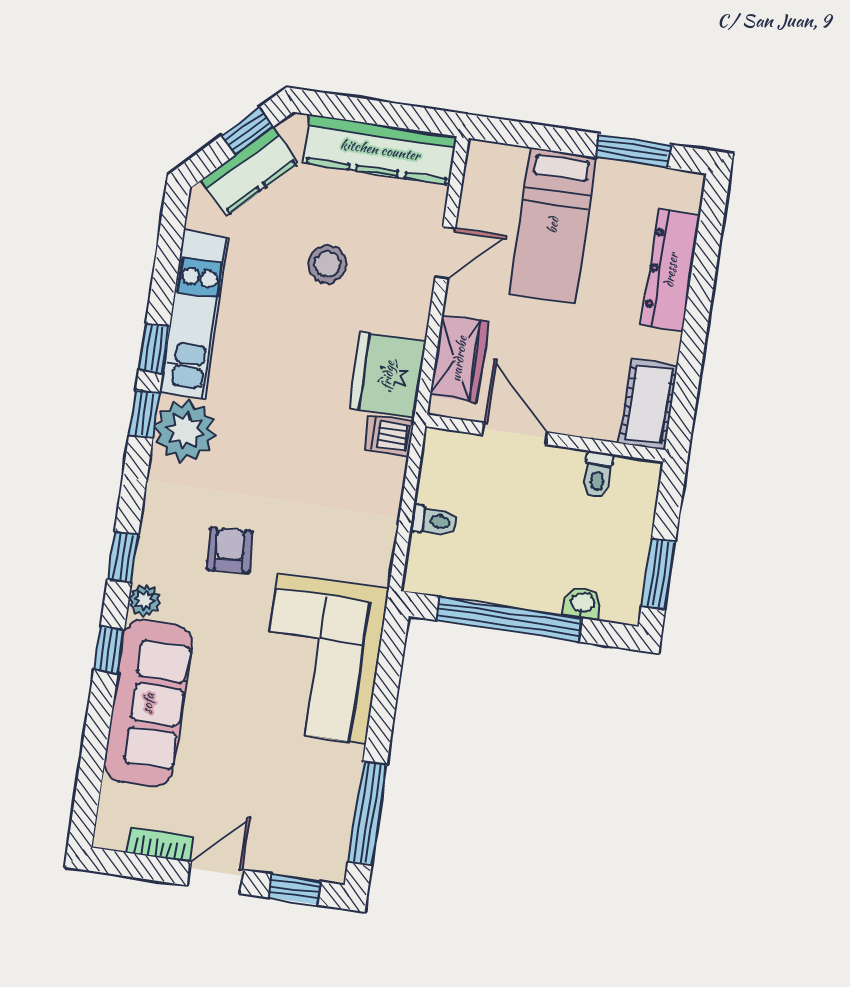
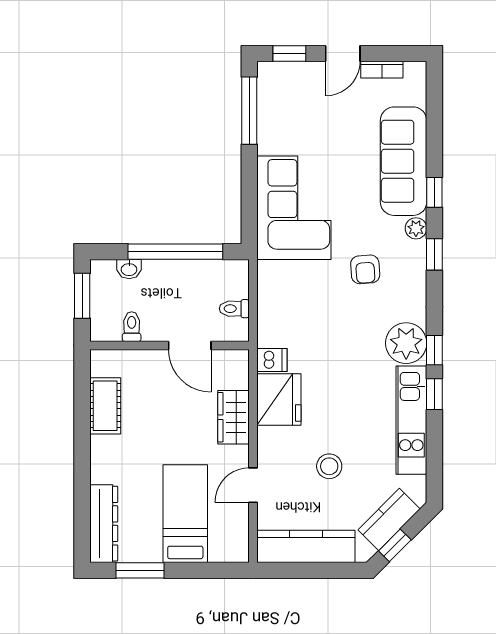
dresser: (671, 270) -> (104, 524), moved
door: (515, 434) -> (190, 345), moved
wall: (545, 438) -> (170, 345), moved
toilet: (598, 475) -> (132, 327), moved

